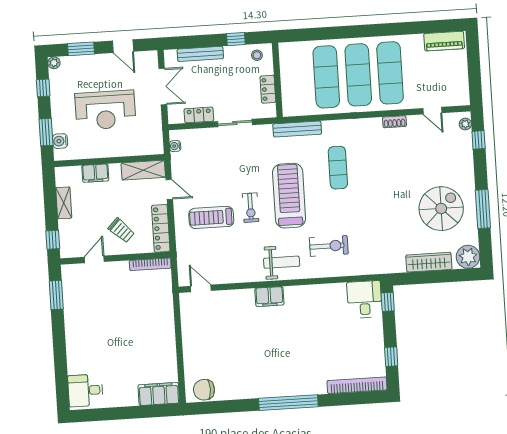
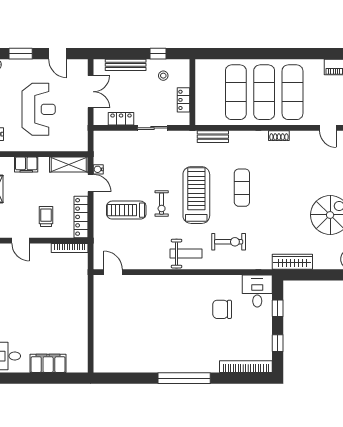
stool: (257, 55) -> (163, 76), moved
reception desk: (105, 110) -> (39, 109), turned -90
shoe rack: (394, 122) -> (279, 136), moved
bench: (297, 129) -> (213, 137), width x0.73
water cooler: (175, 146) -> (98, 169), moved
exercise mat: (338, 168) -> (242, 188), moved
trolley: (121, 230) -> (46, 217), turned -134
door: (94, 259) -> (21, 241), swing flipped
wardrobe: (429, 262) -> (292, 262), moved
filing cabinet: (269, 297) -> (173, 283), removed
window: (388, 302) -> (278, 308), moved
chair: (204, 390) -> (222, 309), moved
filing cabinet: (159, 394) -> (48, 363), moved

